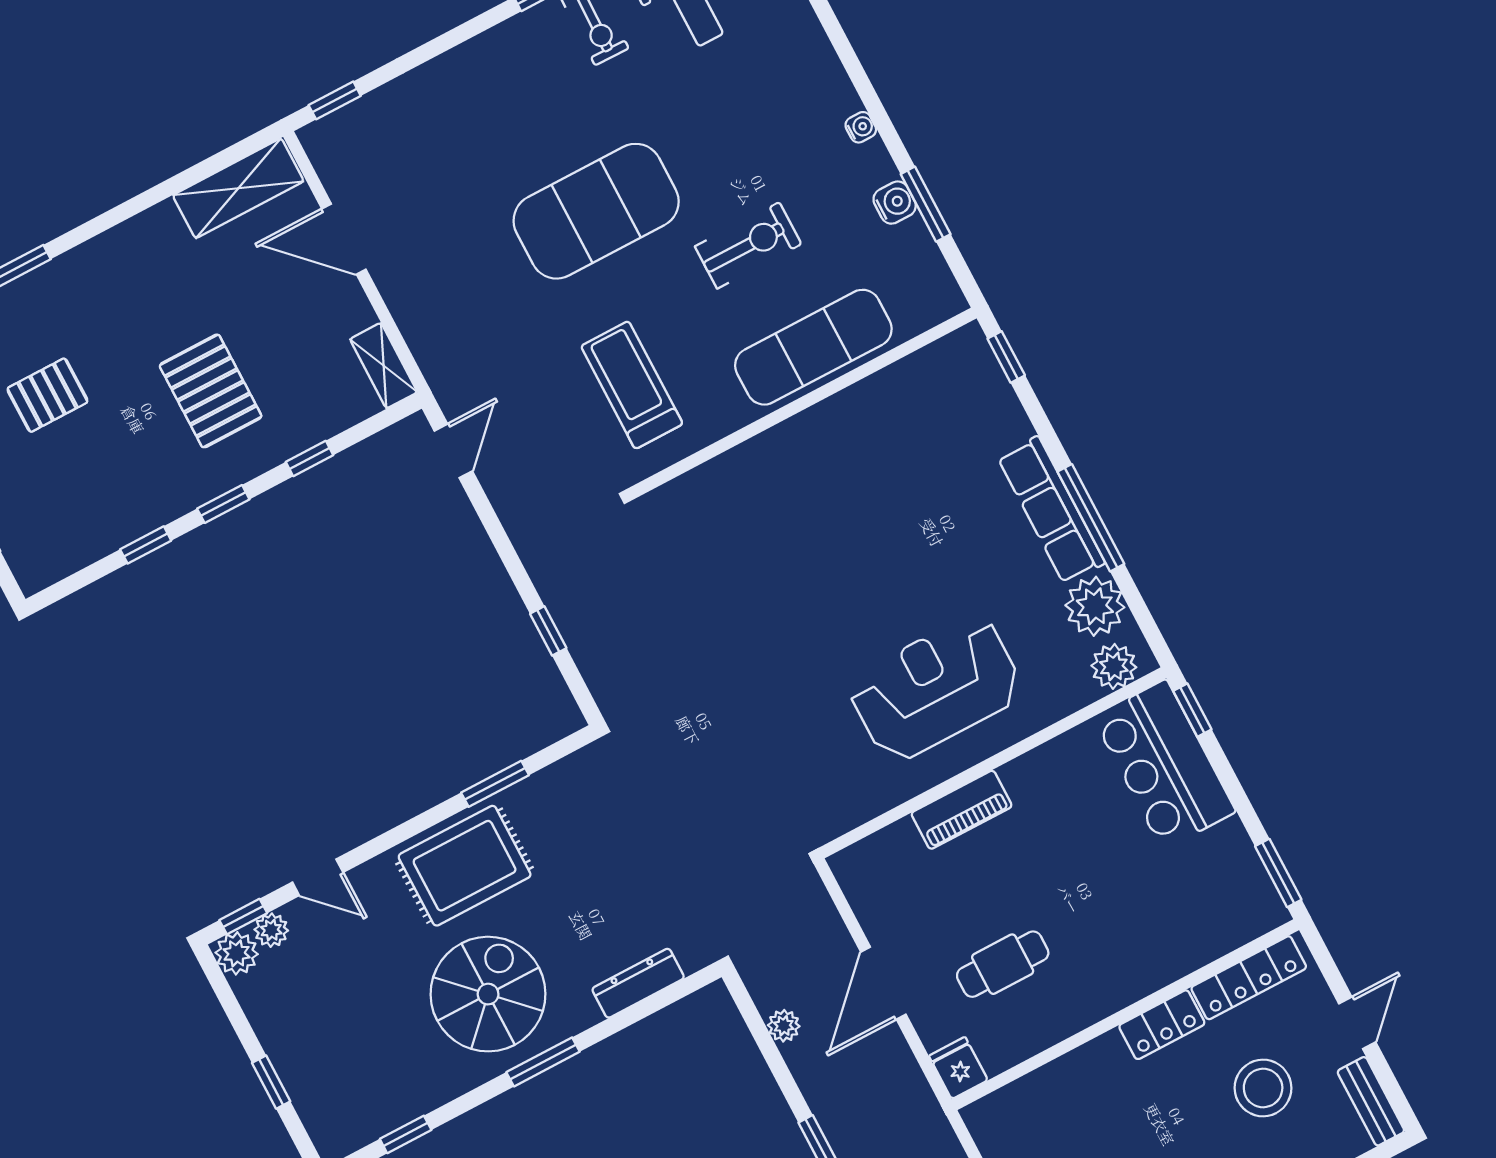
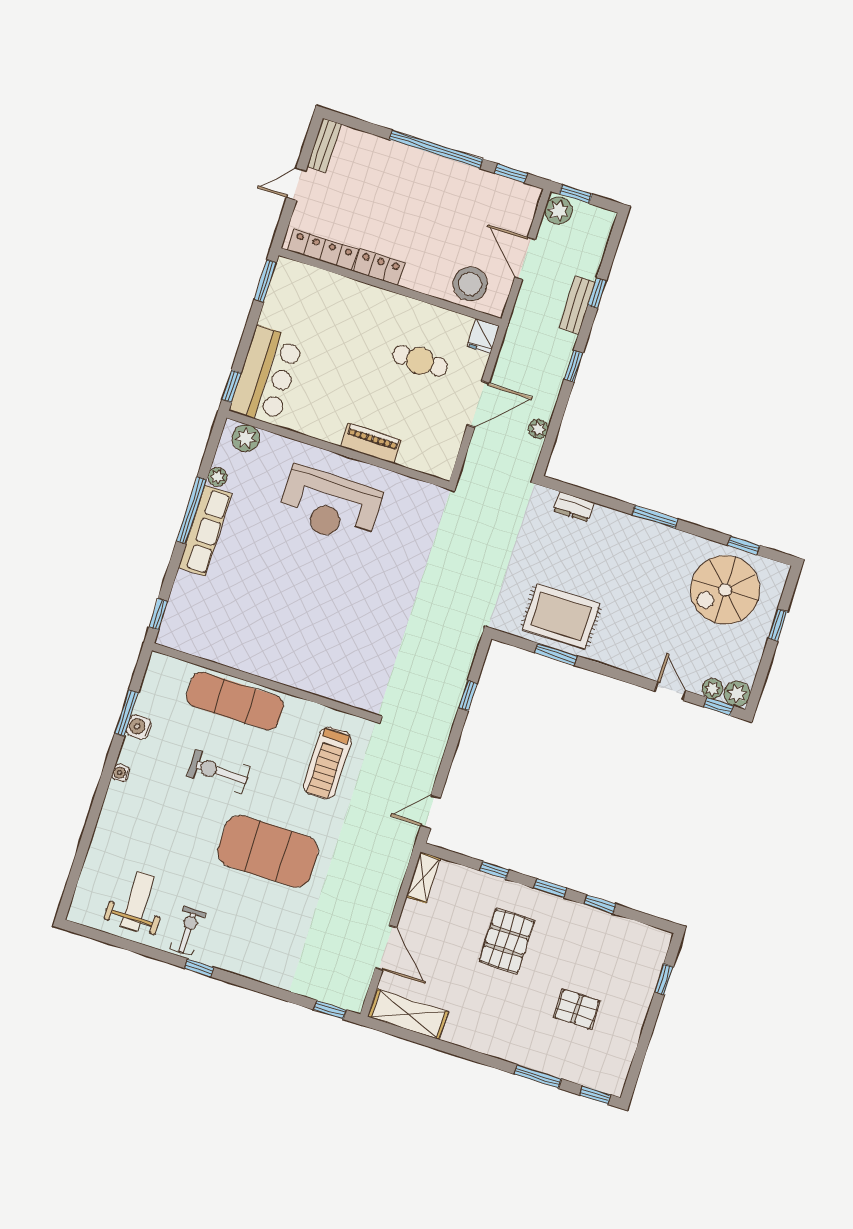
plant: (1095, 606) -> (217, 477), width x0.53, depth x0.53
rug: (465, 866) -> (561, 617), moved
dresser: (638, 983) -> (574, 507), width x0.70
spiral stairs: (488, 994) -> (725, 590), moved
stool: (1263, 1088) -> (470, 284), moved

